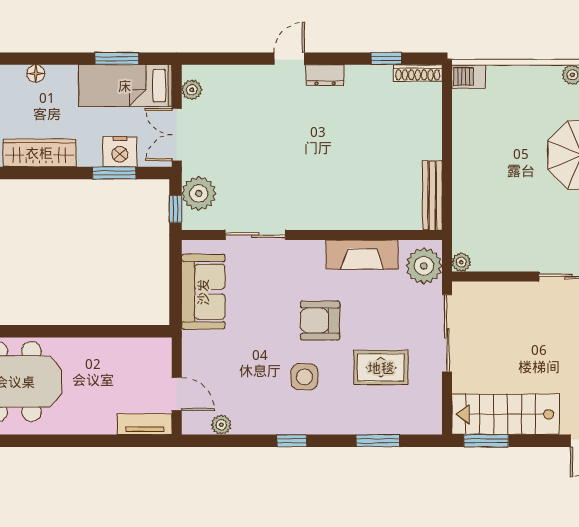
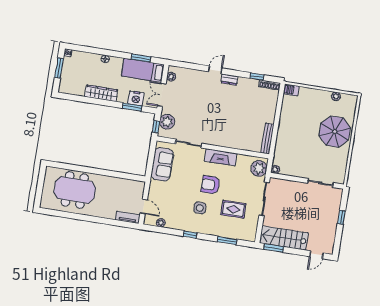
fireplace: (362, 255) -> (221, 157), moved

